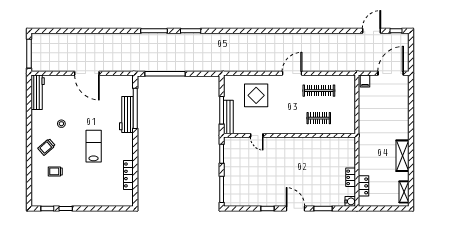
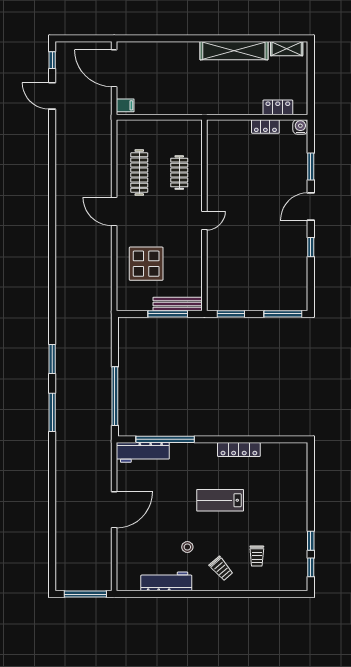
workbench: (38, 92) -> (166, 581), moved
workbench: (126, 115) -> (143, 452), moved
door: (257, 135) -> (204, 221), moved
shelving: (403, 156) -> (234, 51), width x1.47
locker: (128, 175) -> (239, 450), moved

